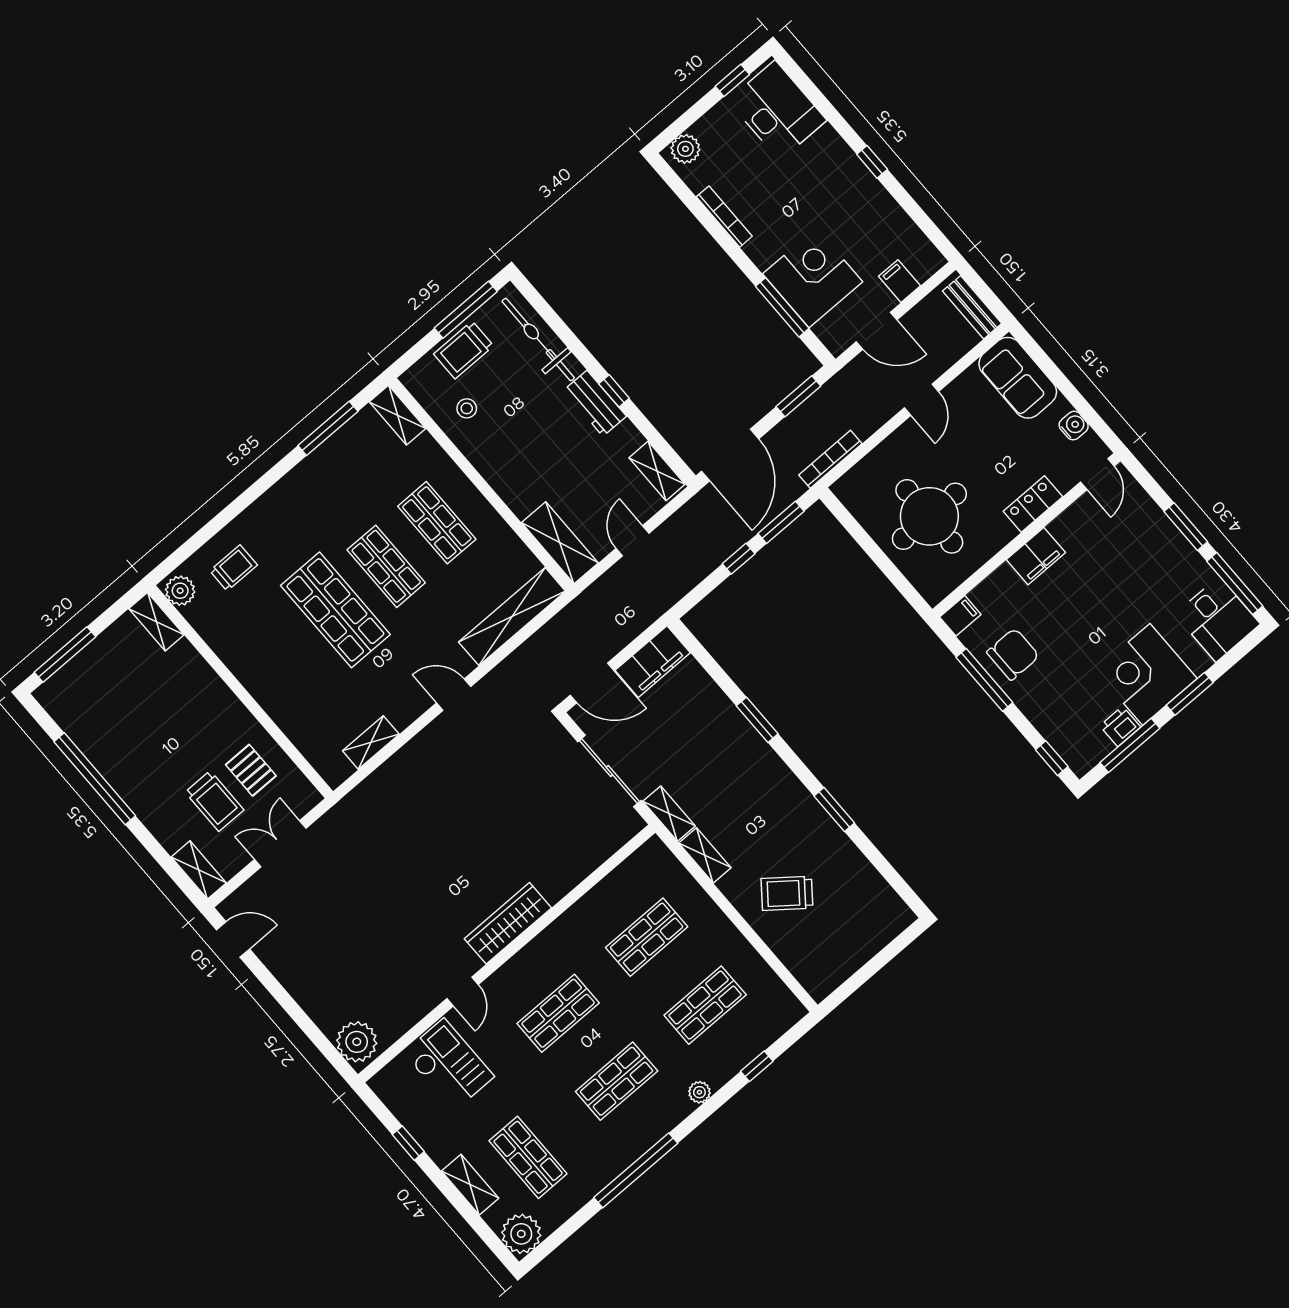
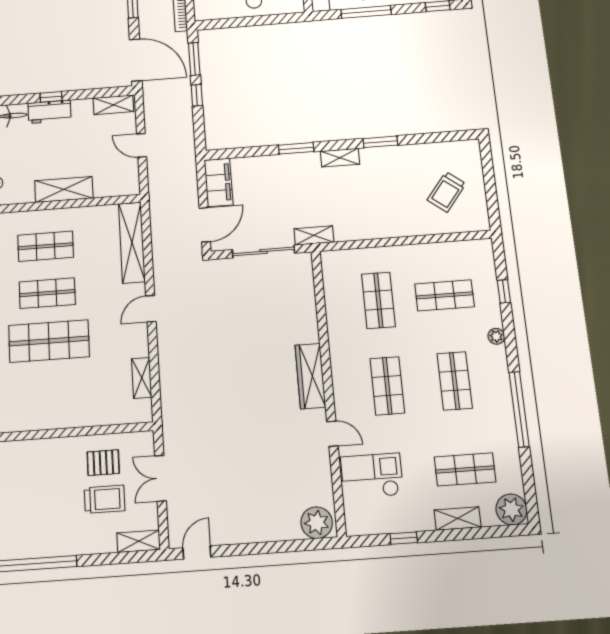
shelving: (560, 543) -> (64, 189), moved
shelving: (705, 855) -> (340, 158), moved
trolley: (787, 893) -> (447, 192), moved
shop shelf: (705, 1005) -> (445, 295), turned 90

